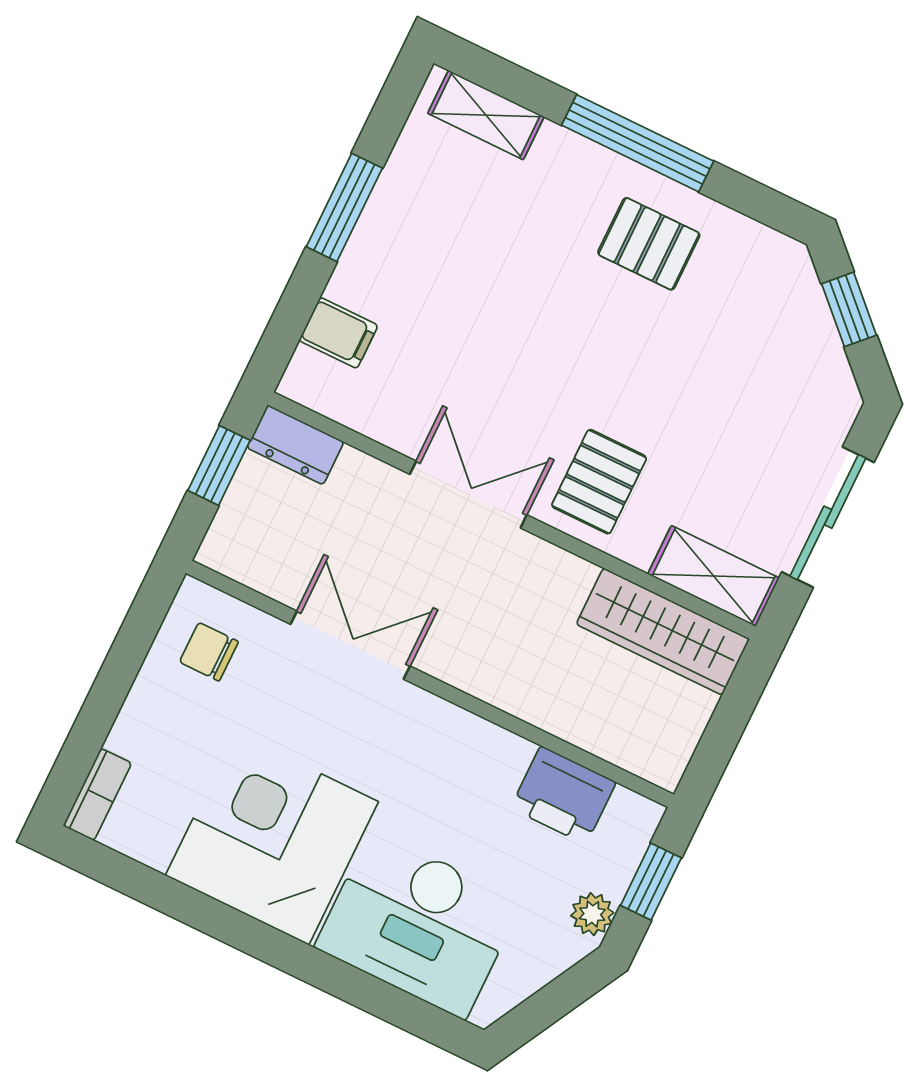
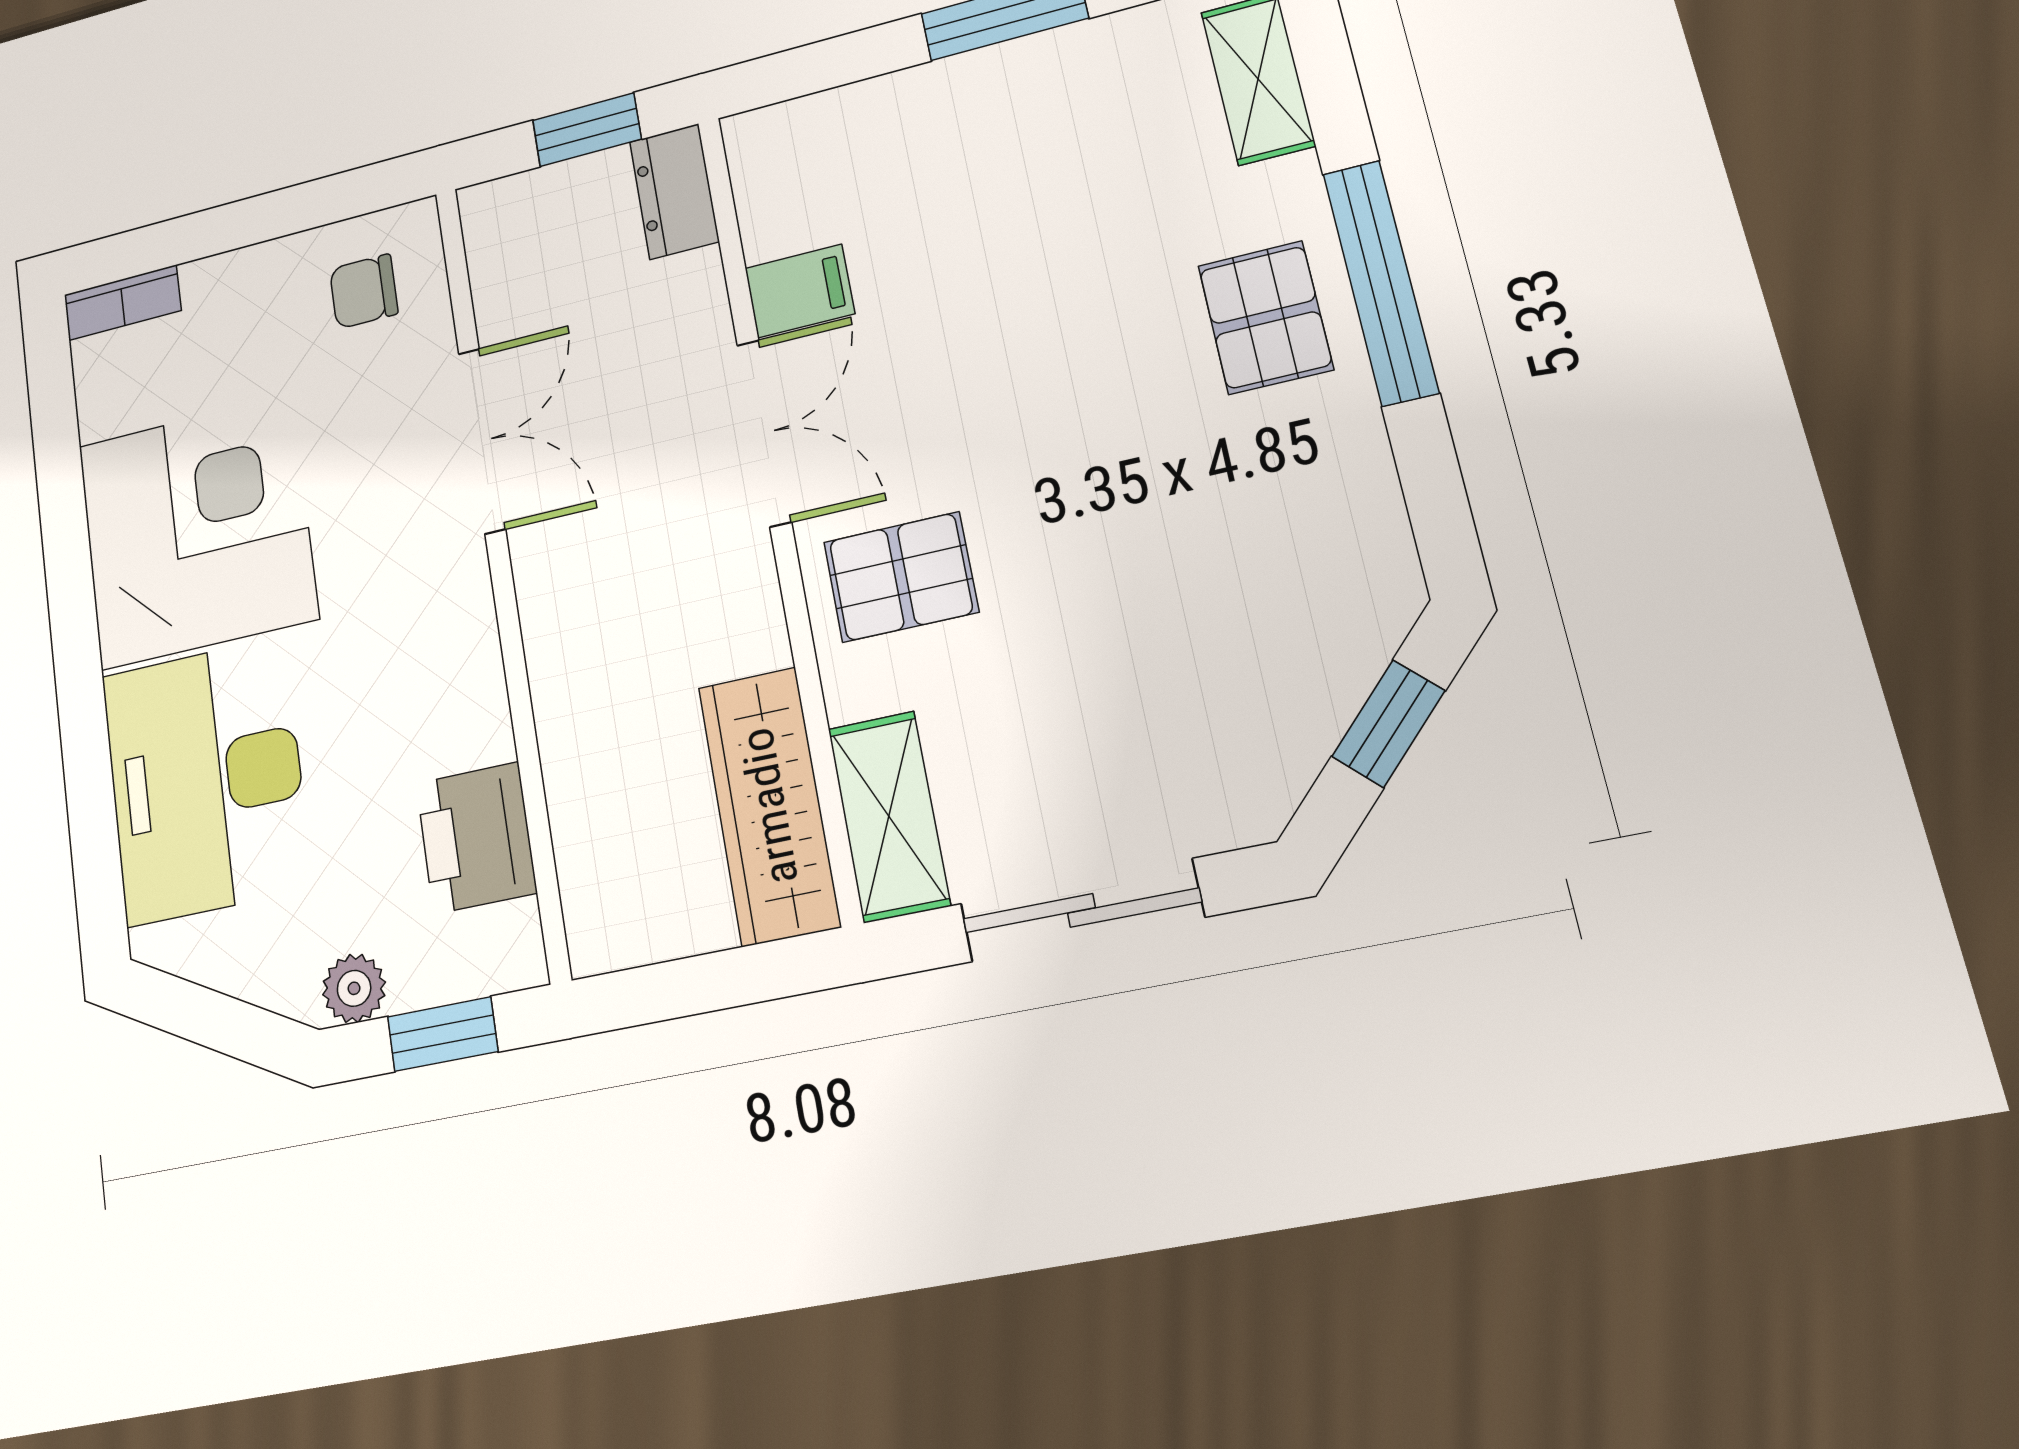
pallet: (649, 244) -> (1265, 318), moved
filing cabinet: (338, 333) -> (800, 291), moved, turned -90
chair: (209, 652) -> (364, 291), turned -90

